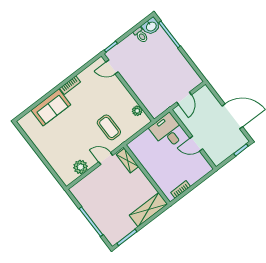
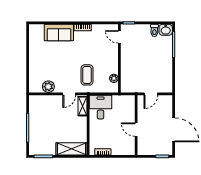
desk: (168, 131) -> (101, 107), moved
door: (106, 159) -> (69, 94), swing flipped

